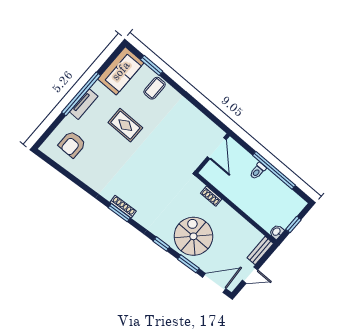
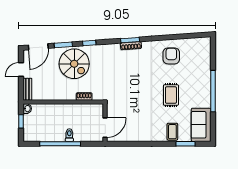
tv unit: (84, 104) -> (206, 86), removed
rug: (125, 125) -> (171, 95), turned 90
armchair: (72, 144) -> (171, 56), moved
door: (217, 148) -> (105, 128), swing flipped

